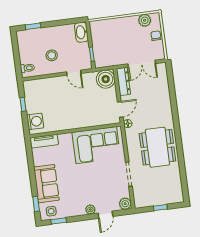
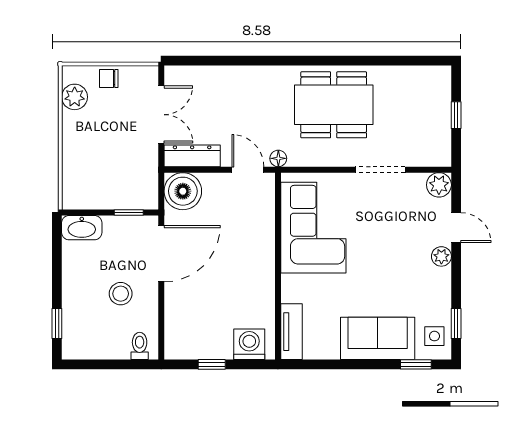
door: (74, 73) -> (161, 254), width x1.87

